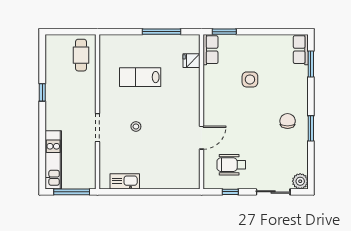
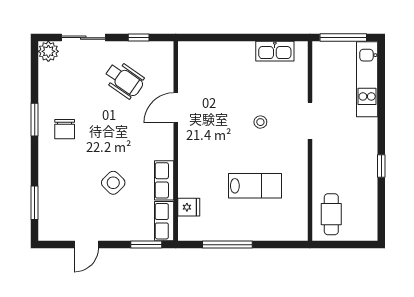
door: (271, 32) -> (86, 245), added
row of seats: (301, 50) -> (164, 180), moved, turned 180
side table: (250, 79) -> (113, 183), turned 45
wheelchair: (231, 165) -> (124, 80), moved, turned 35

